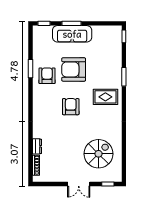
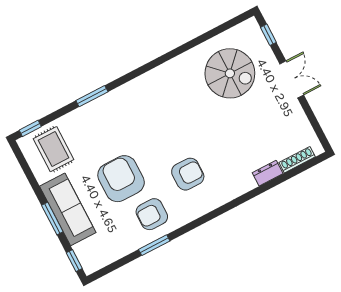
armchair: (74, 69) -> (121, 179), turned 180
rug: (105, 97) -> (54, 149), moved
armchair: (71, 107) -> (188, 174), moved, turned 180
spiral stairs: (98, 154) -> (230, 73), turned 180

